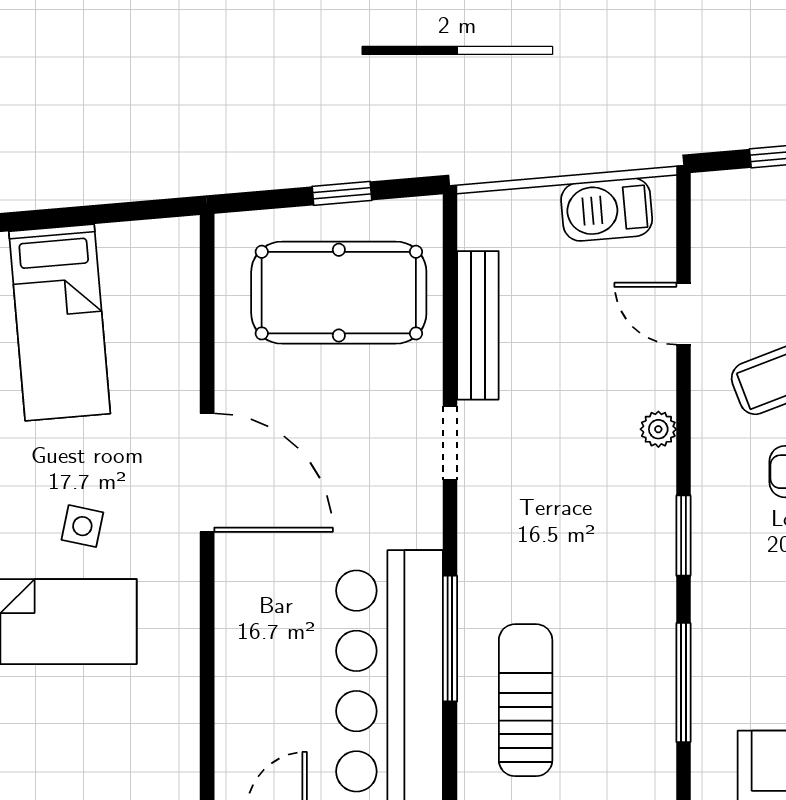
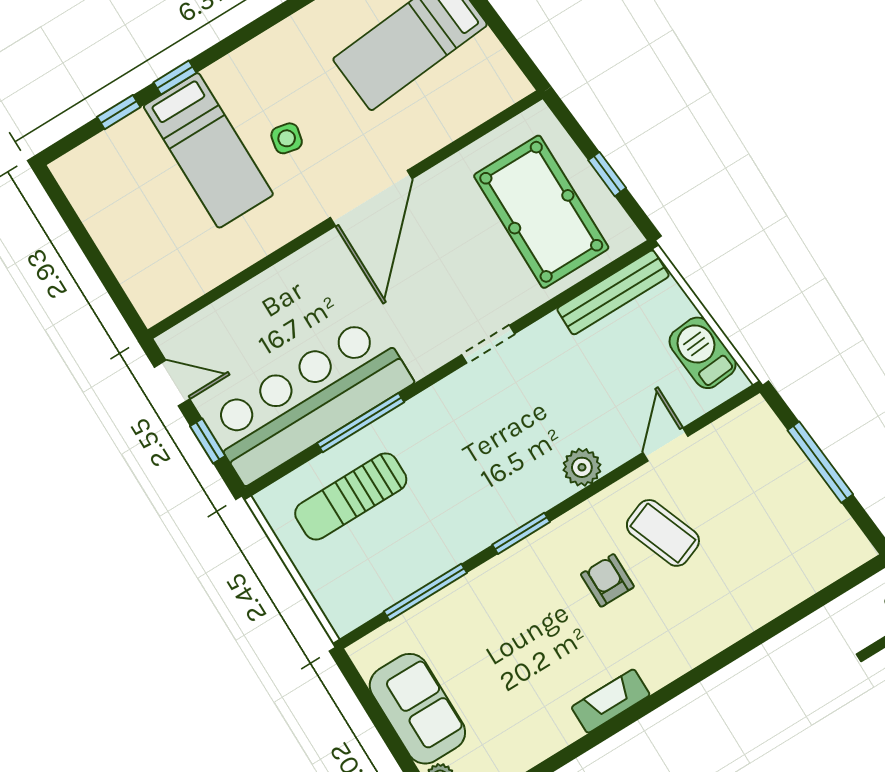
bench: (478, 325) -> (613, 292), moved
plant: (658, 429) -> (582, 467), width x1.38, depth x1.38
sun lounger: (526, 700) -> (351, 496), turned 180

